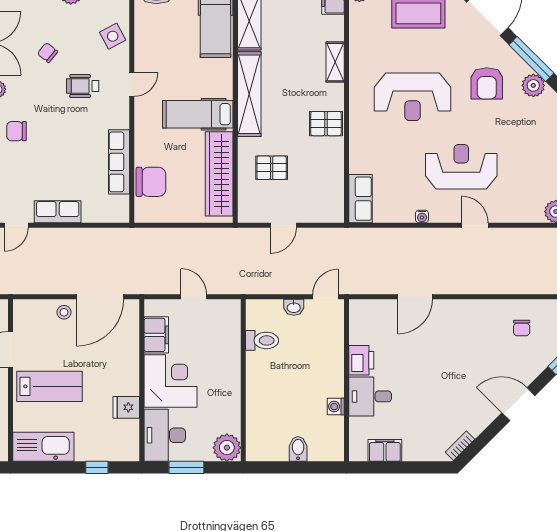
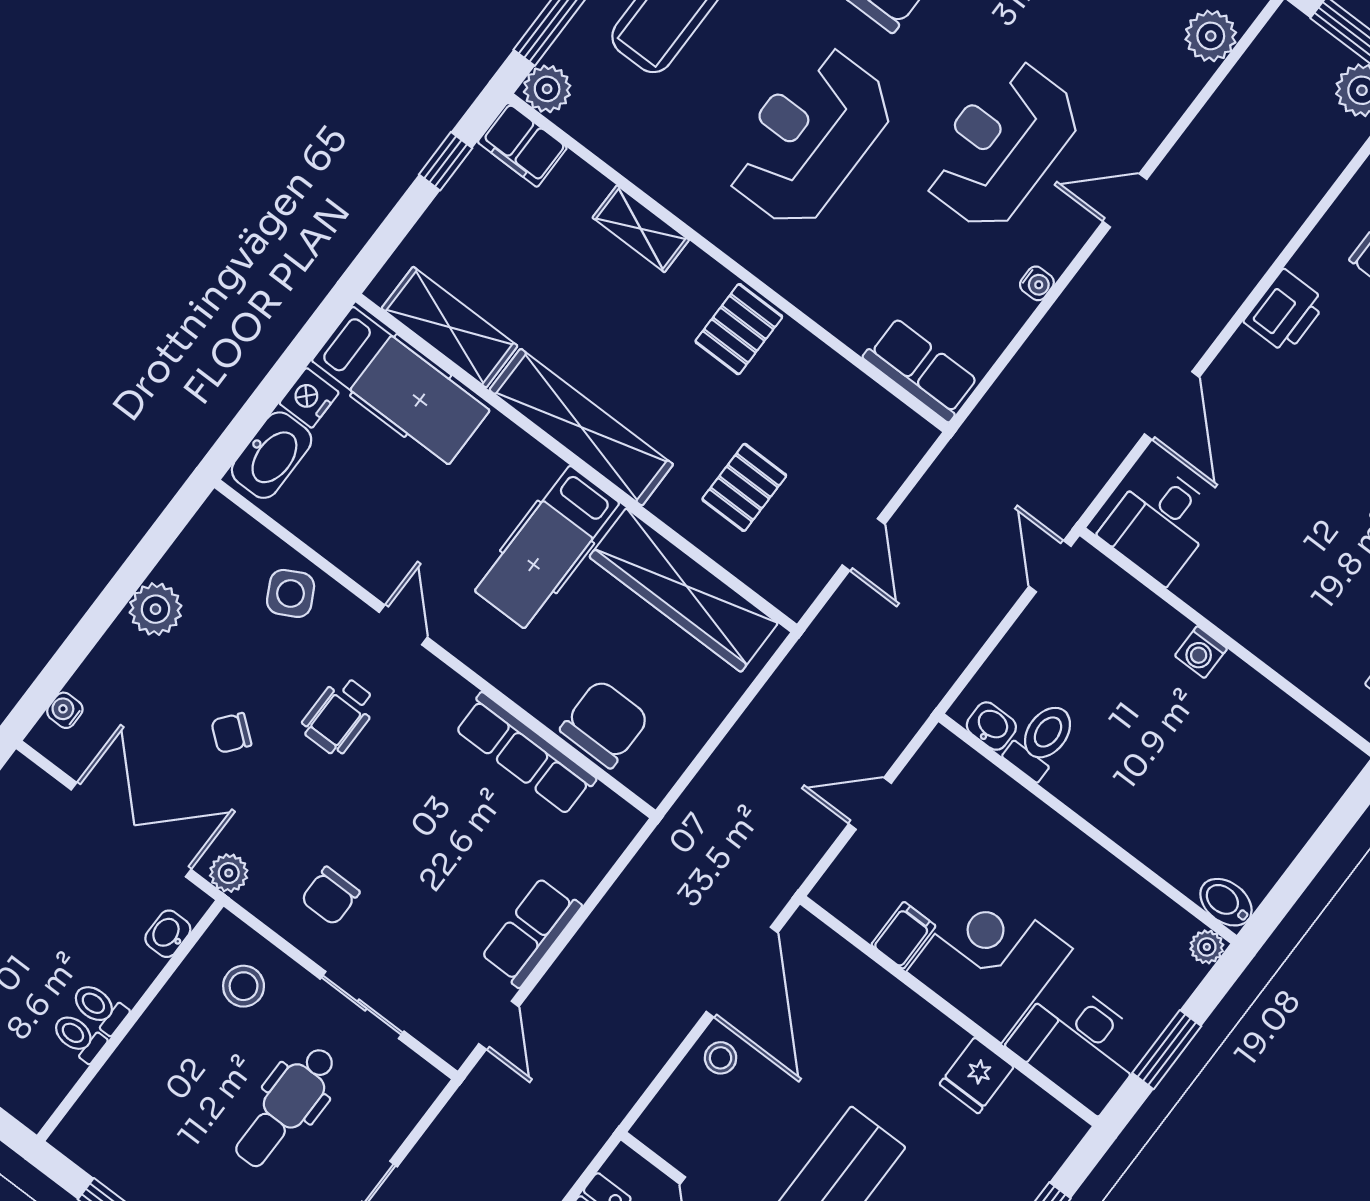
reception desk: (413, 97) -> (809, 137), turned 180
washbasin: (294, 307) -> (991, 726), moved, turned -90
filing cabinet: (156, 335) -> (903, 935), width x0.50
printer: (361, 360) -> (1285, 312), moved, turned 90
desk: (370, 396) -> (1160, 523), moved
washing machine: (336, 407) -> (1201, 652), moved
plant: (227, 448) -> (1207, 947), width x0.53, depth x0.53
bidet: (298, 449) -> (1226, 902), moved

